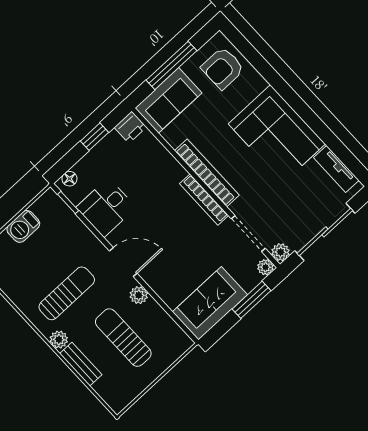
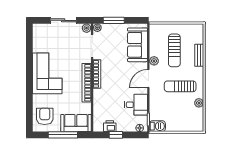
armchair: (223, 68) -> (45, 116), turned -90
printer: (130, 127) -> (110, 126), moved
tv unit: (336, 169) -> (37, 40), removed
barbecue: (23, 226) -> (157, 126), moved
sliding door: (325, 232) -> (63, 20), width x0.73
door: (123, 262) -> (148, 78), hinge flipped
sofa: (210, 303) -> (137, 45), moved, turned 90
plant: (59, 340) -> (199, 103), moved

